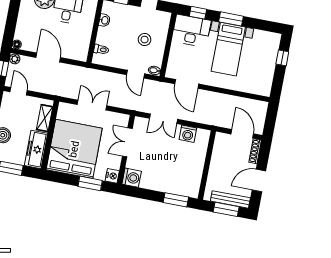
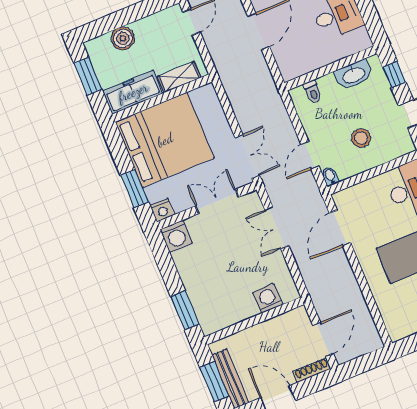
washbasin: (104, 20) -> (353, 75), width x1.91, depth x1.45
double door: (92, 105) -> (247, 156), moved
washing machine: (188, 134) -> (268, 299), moved, turned 90

